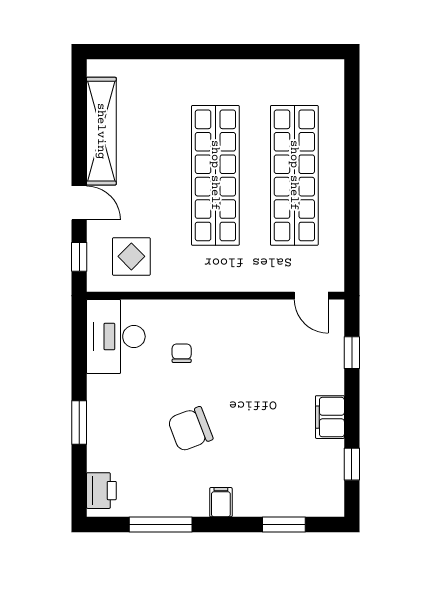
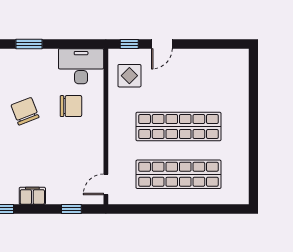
shelving: (101, 131) -> (205, 57), removed
chair: (182, 353) -> (71, 106), width x1.87, depth x1.87

